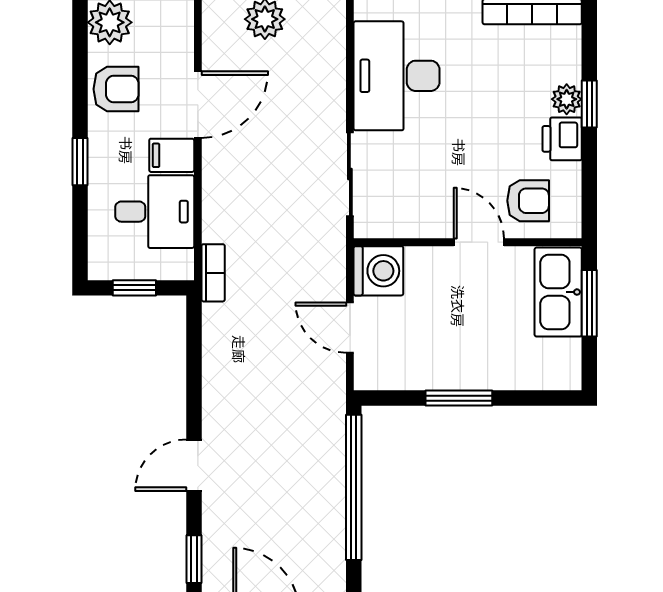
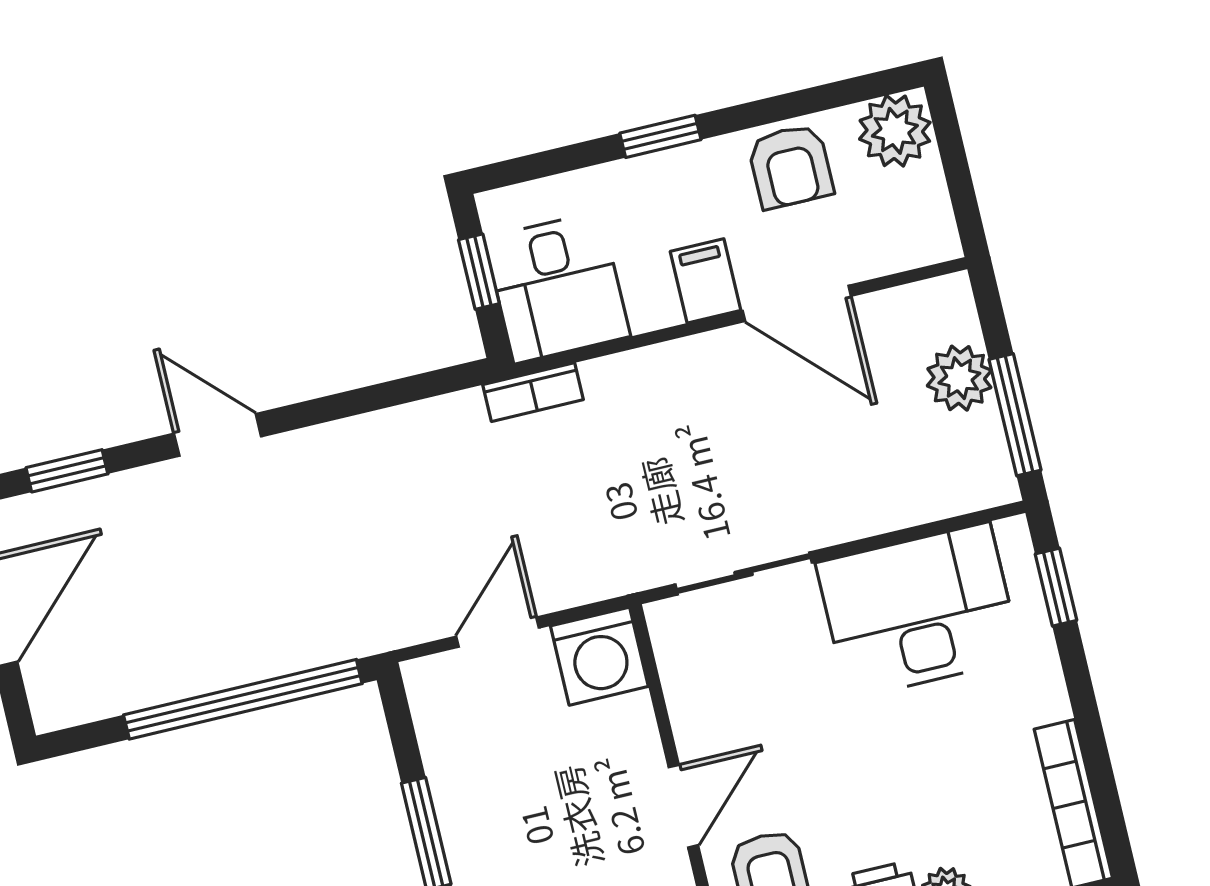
desk: (155, 212) -> (557, 287), moved

